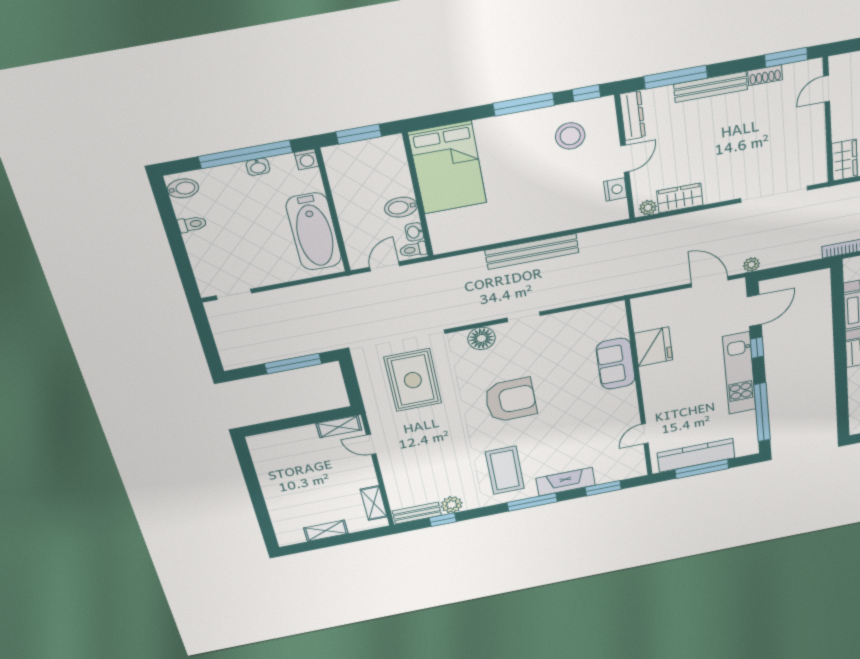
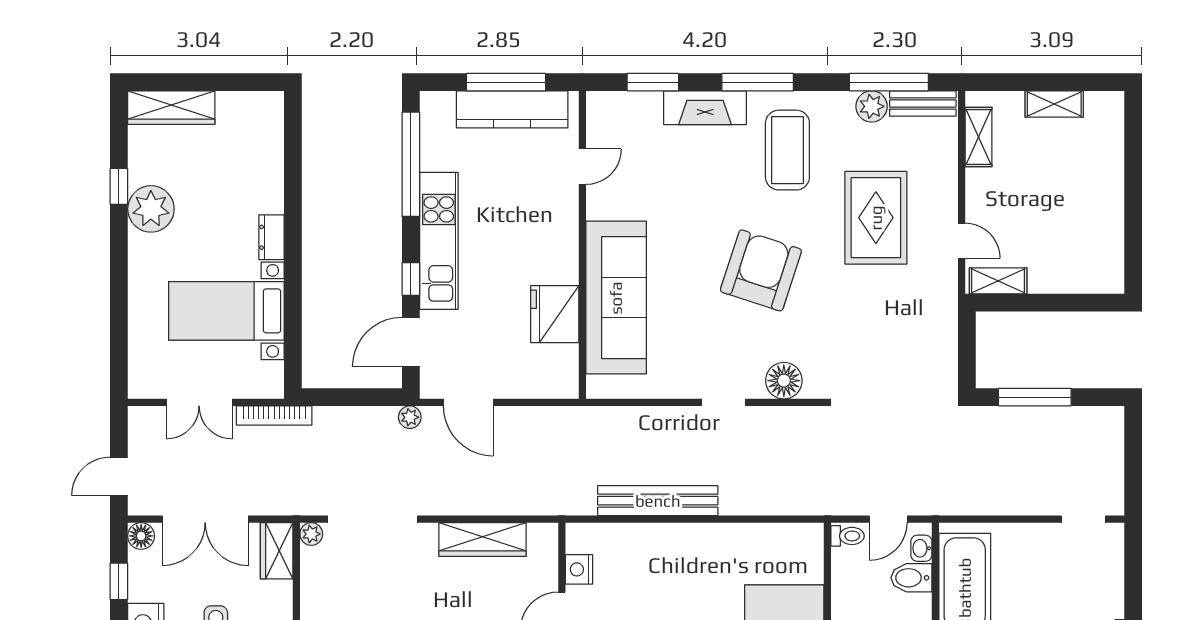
wardrobe: (680, 198) -> (482, 539), width x1.50
bidet: (401, 207) -> (911, 578), moved, turned 180
plant: (648, 208) -> (311, 534), moved
washbasin: (414, 232) -> (921, 548), moved, turned 180
bench: (532, 251) -> (658, 501), moved
sofa: (616, 364) -> (616, 298), width x1.85, depth x1.27
rug: (413, 380) -> (876, 218), moved
armchair: (511, 400) -> (761, 270), turned 109
window: (443, 520) -> (889, 82), width x2.17

